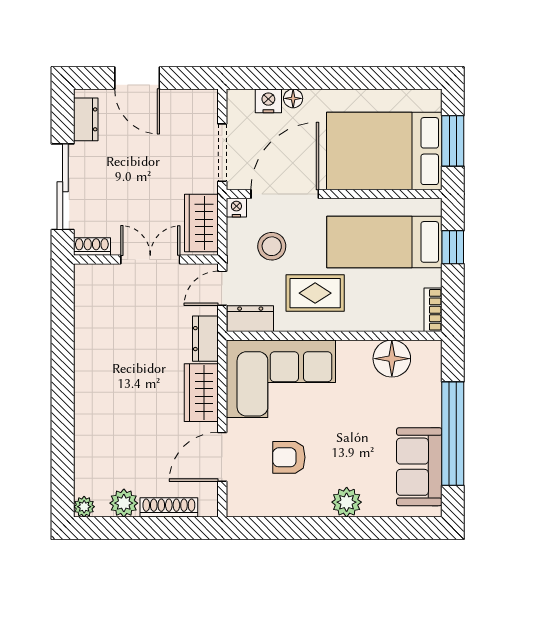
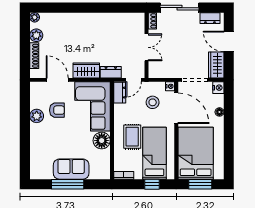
door: (137, 78) -> (229, 41), hinge flipped
nightstand: (268, 101) -> (218, 88), moved
wardrobe: (201, 223) -> (216, 65), moved, turned -90
door: (222, 288) -> (133, 80), swing flipped
rug: (315, 293) -> (132, 137), moved
floor lamp: (392, 359) -> (102, 141), moved
window: (453, 434) -> (68, 184), width x0.68
armchair: (289, 457) -> (57, 110), turned 90
sofa: (419, 467) -> (71, 169), moved
plant: (347, 502) -> (37, 116), moved

